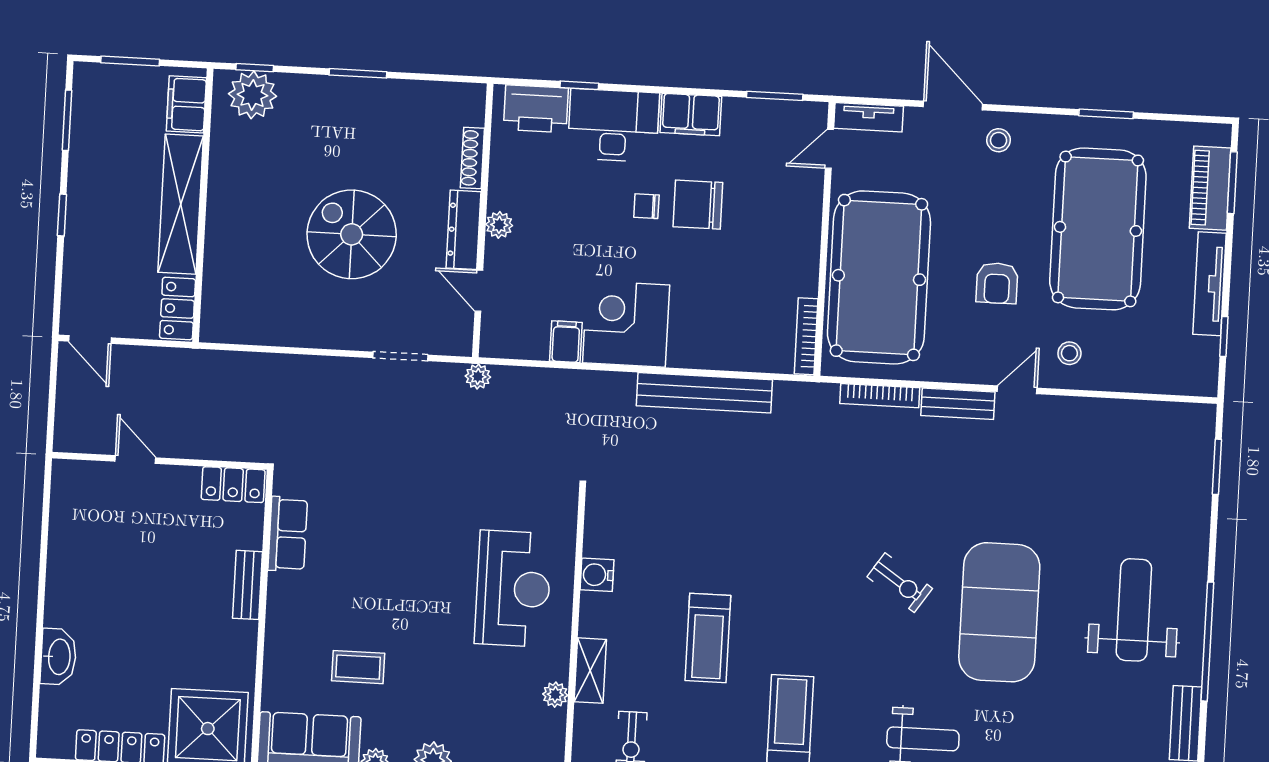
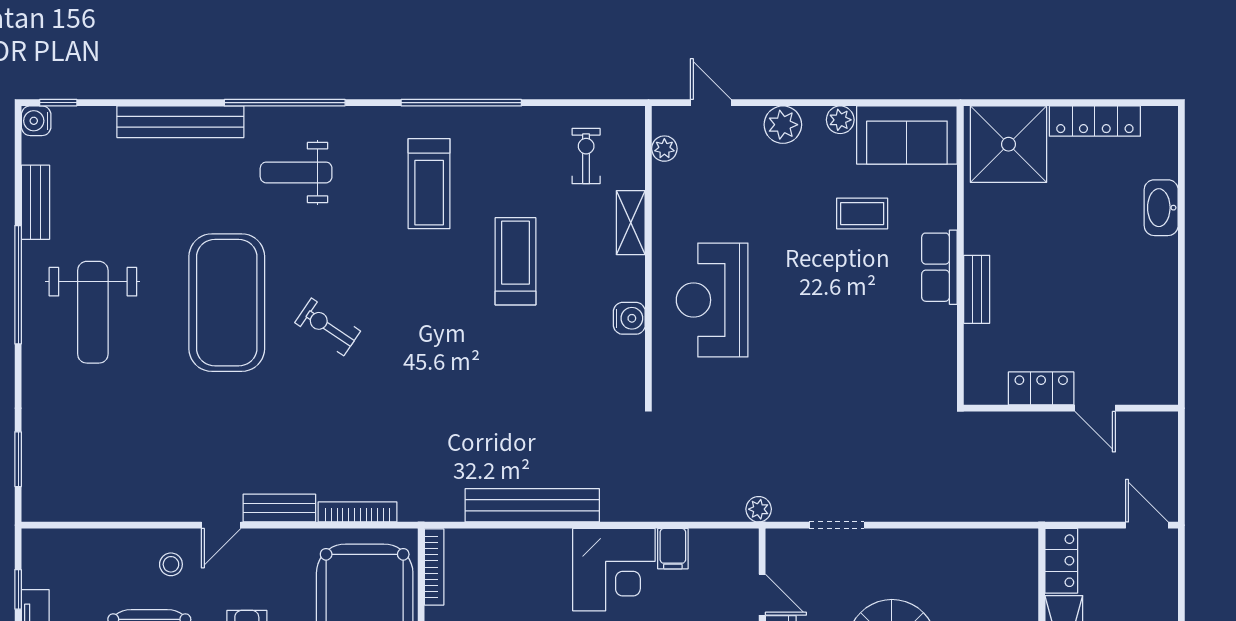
locker: (233, 485) -> (1041, 388), moved
row of seats: (288, 534) -> (939, 267), moved
plant: (555, 695) -> (664, 149), moved

